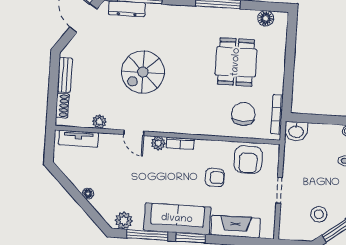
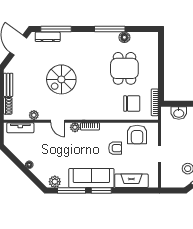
floor lamp: (266, 18) -> (124, 37), moved
chair: (243, 114) -> (132, 104), turned 90
washbasin: (296, 131) -> (179, 113), moved

